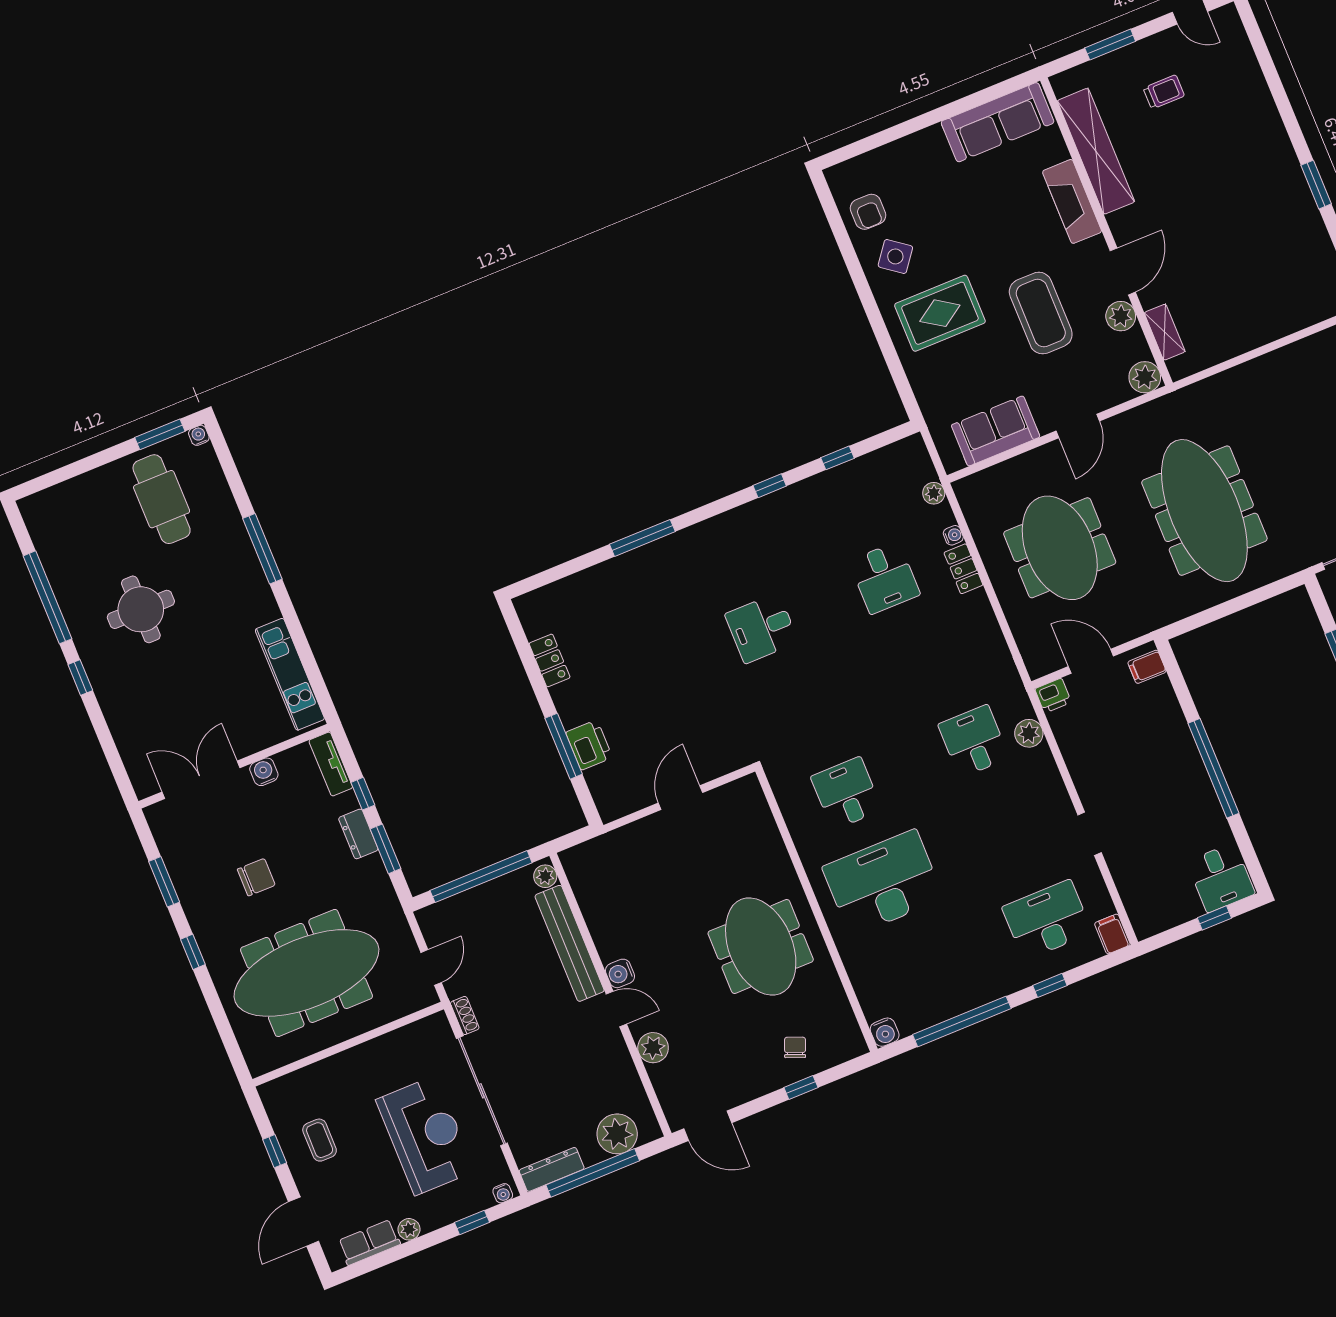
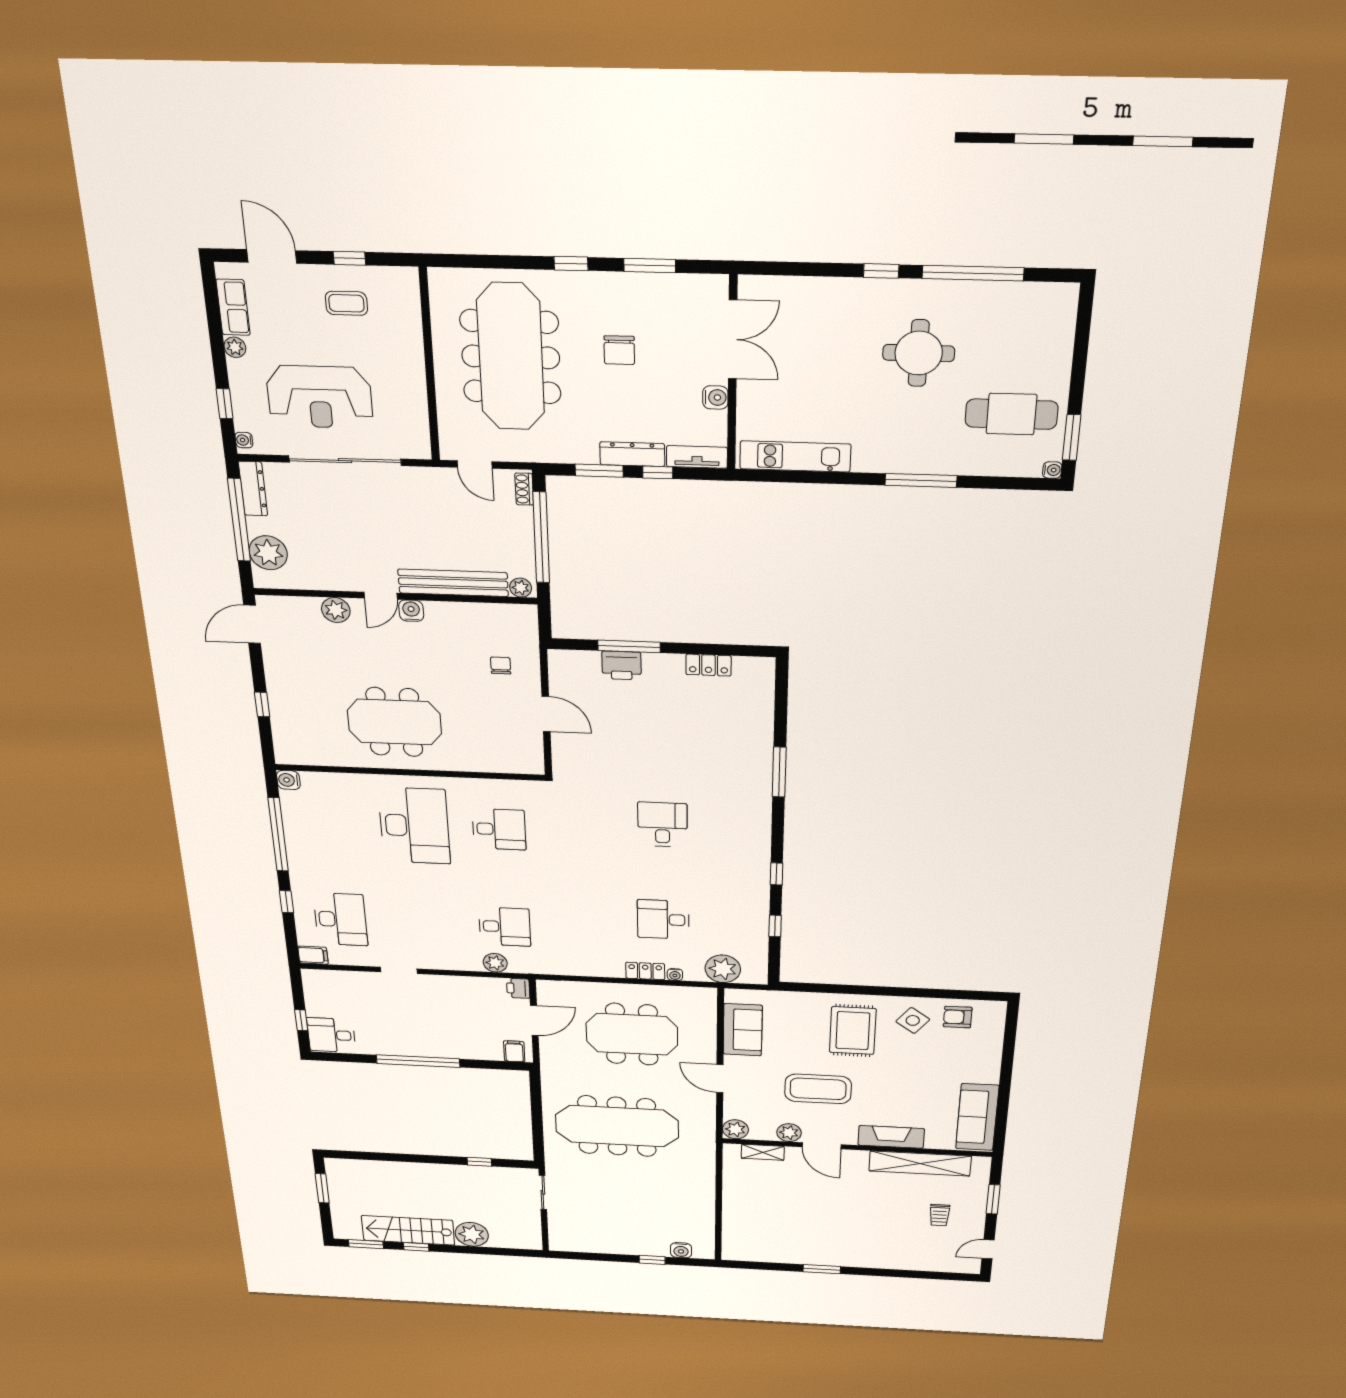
plant: (934, 493) -> (723, 969), width x1.87, depth x1.87
dresser: (358, 834) -> (632, 454), width x1.44
shoe rack: (465, 1016) -> (524, 489), moved, turned 90
chair: (795, 1047) -> (501, 665), moved, turned -112

